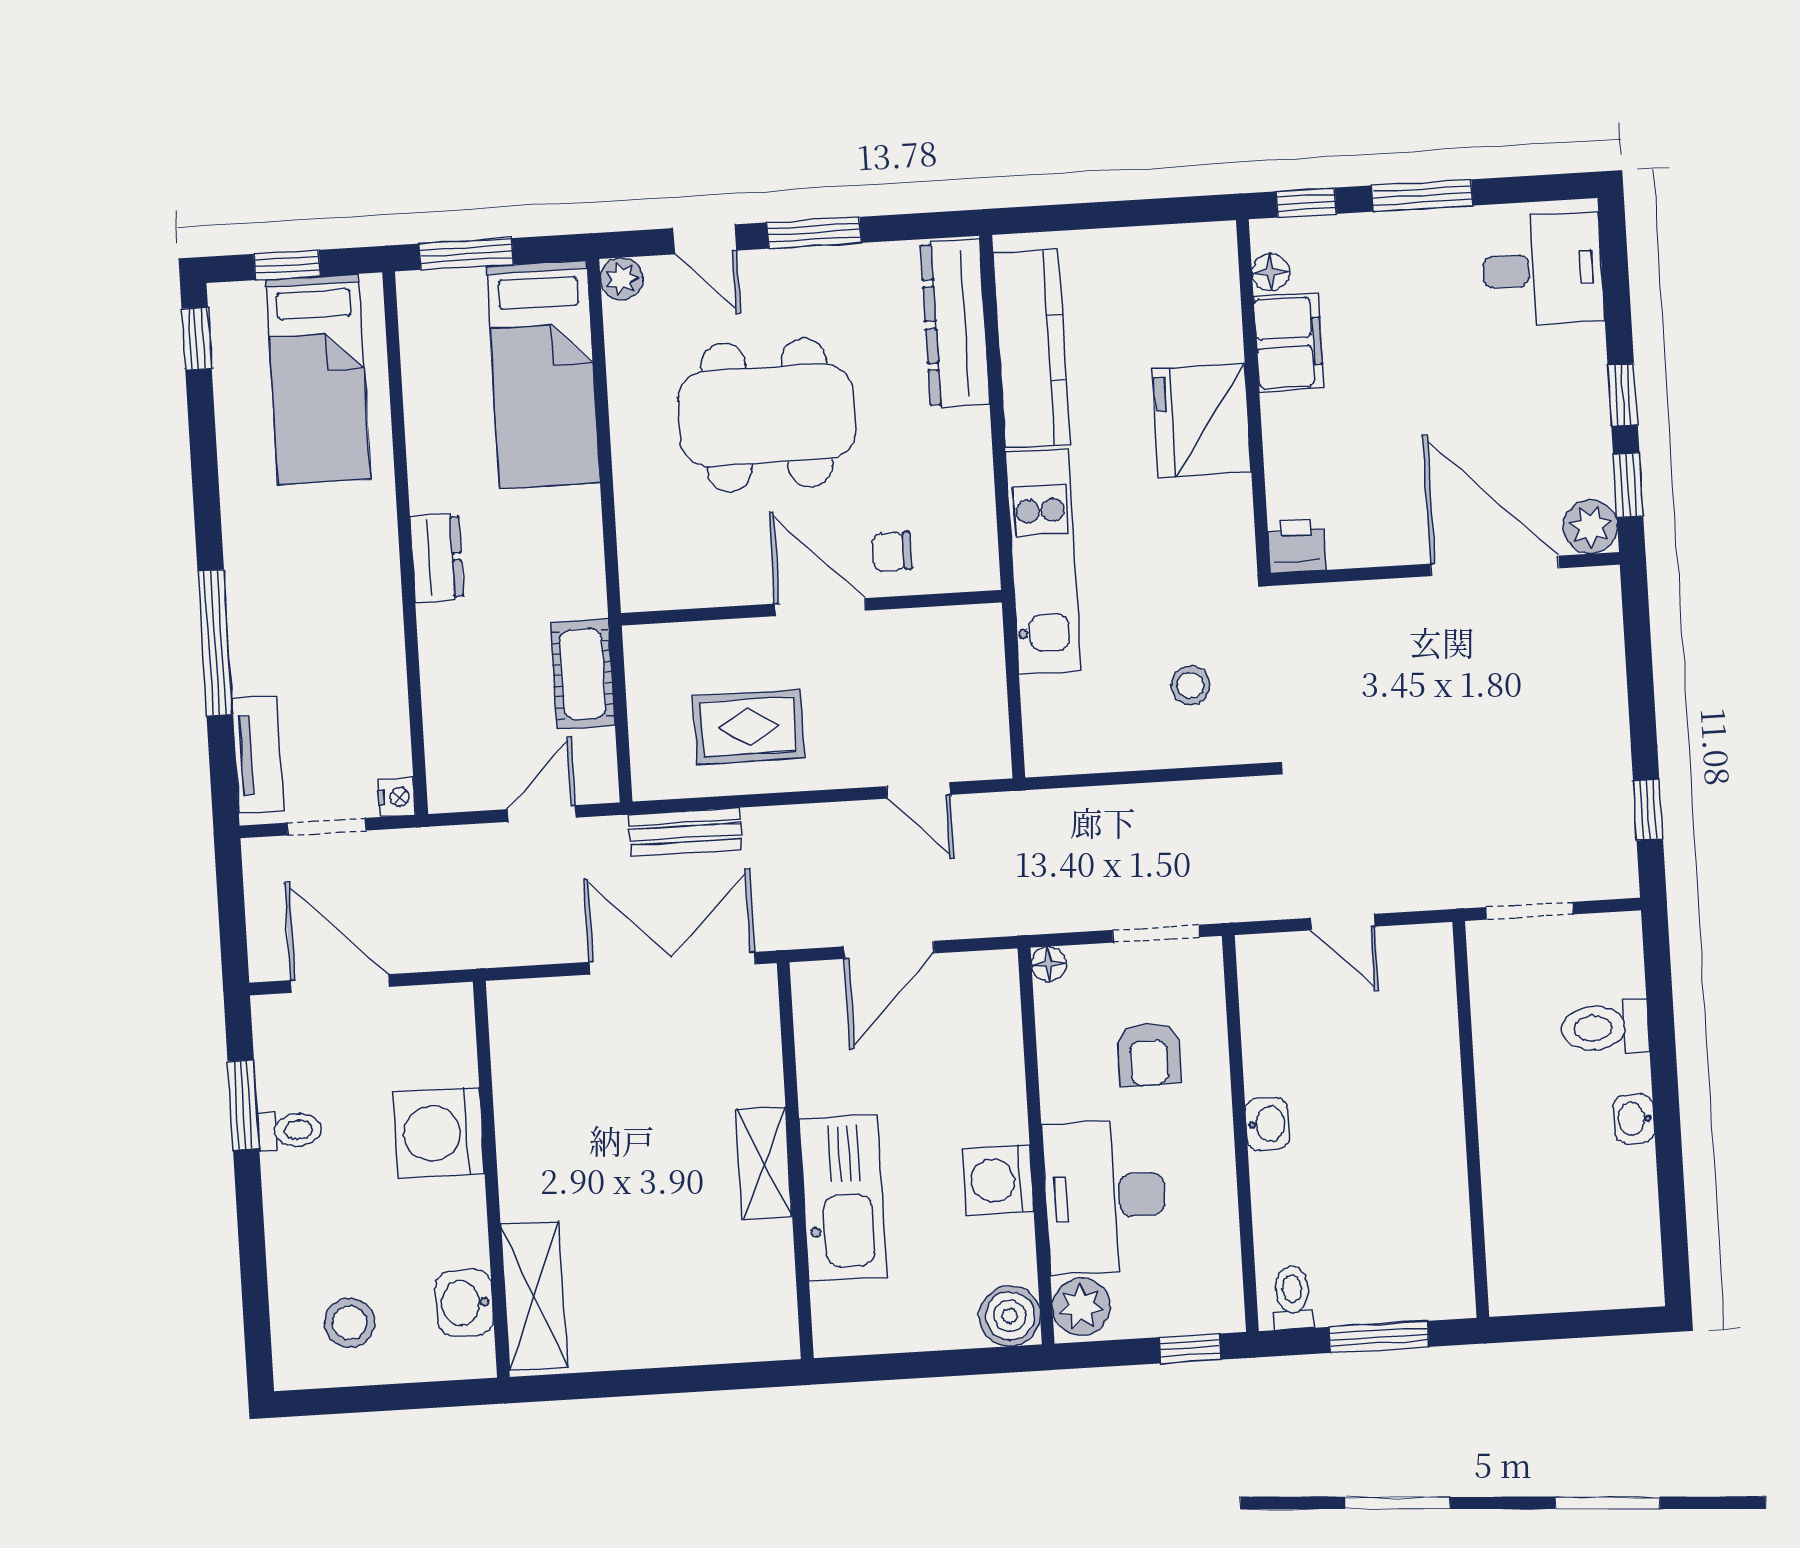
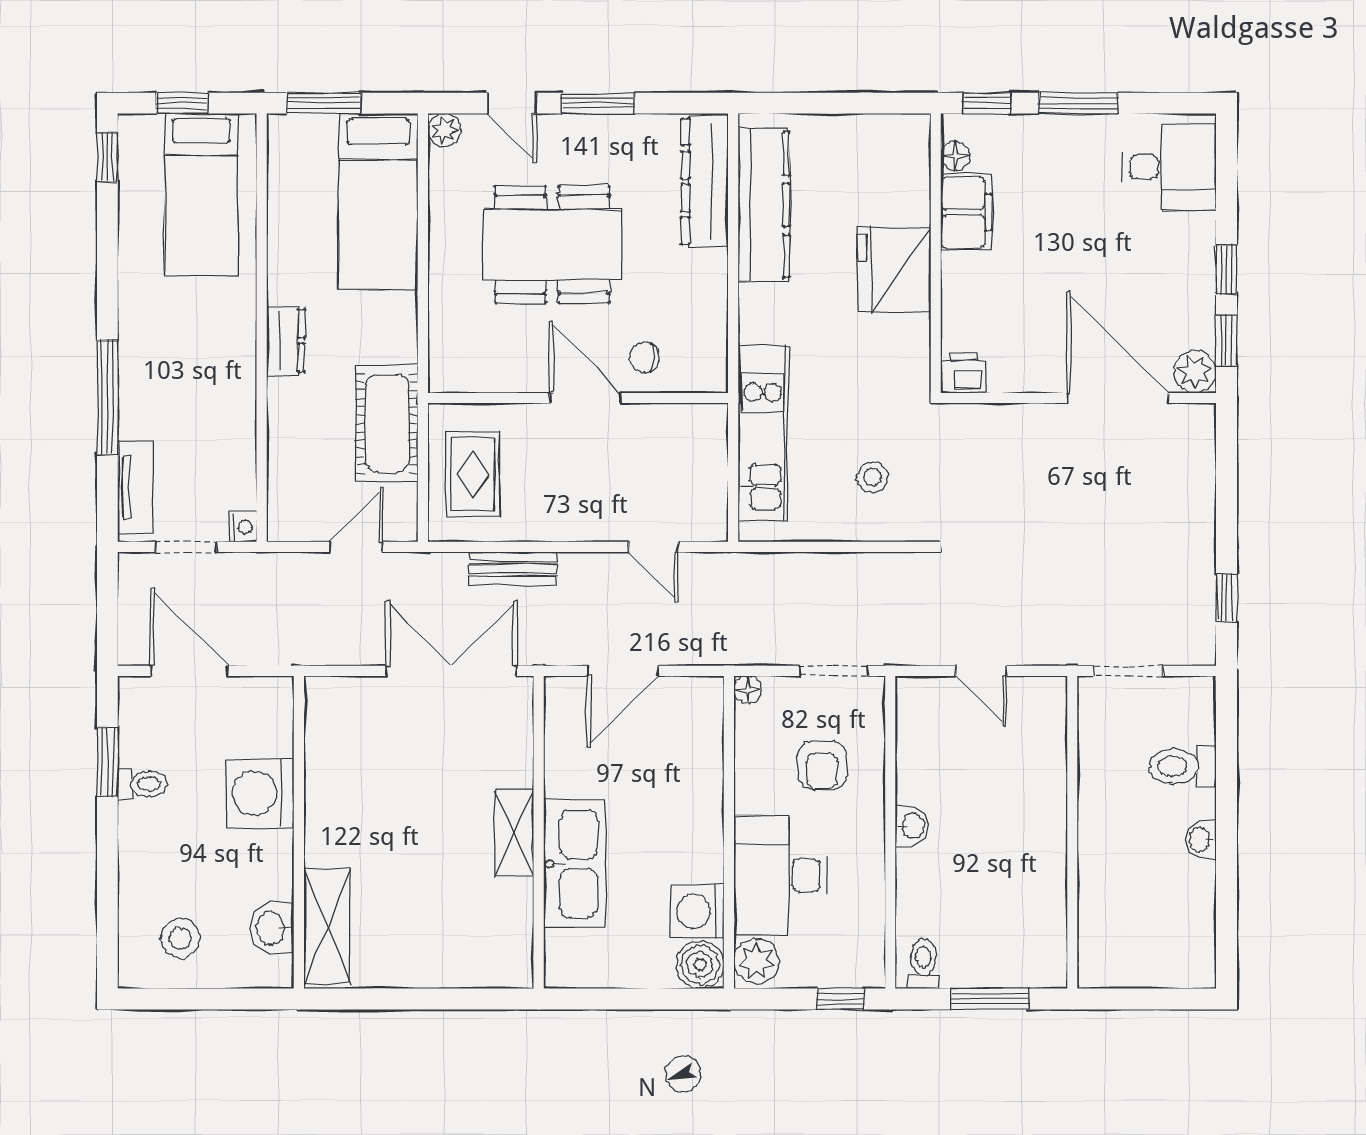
kitchen unit: (1043, 561) -> (763, 433), moved
cot: (583, 674) -> (387, 423), width x1.37, depth x1.34
rug: (749, 727) -> (473, 475), moved, turned 90
bench: (685, 832) -> (513, 569), moved
washing machine: (998, 1180) -> (697, 911), moved

